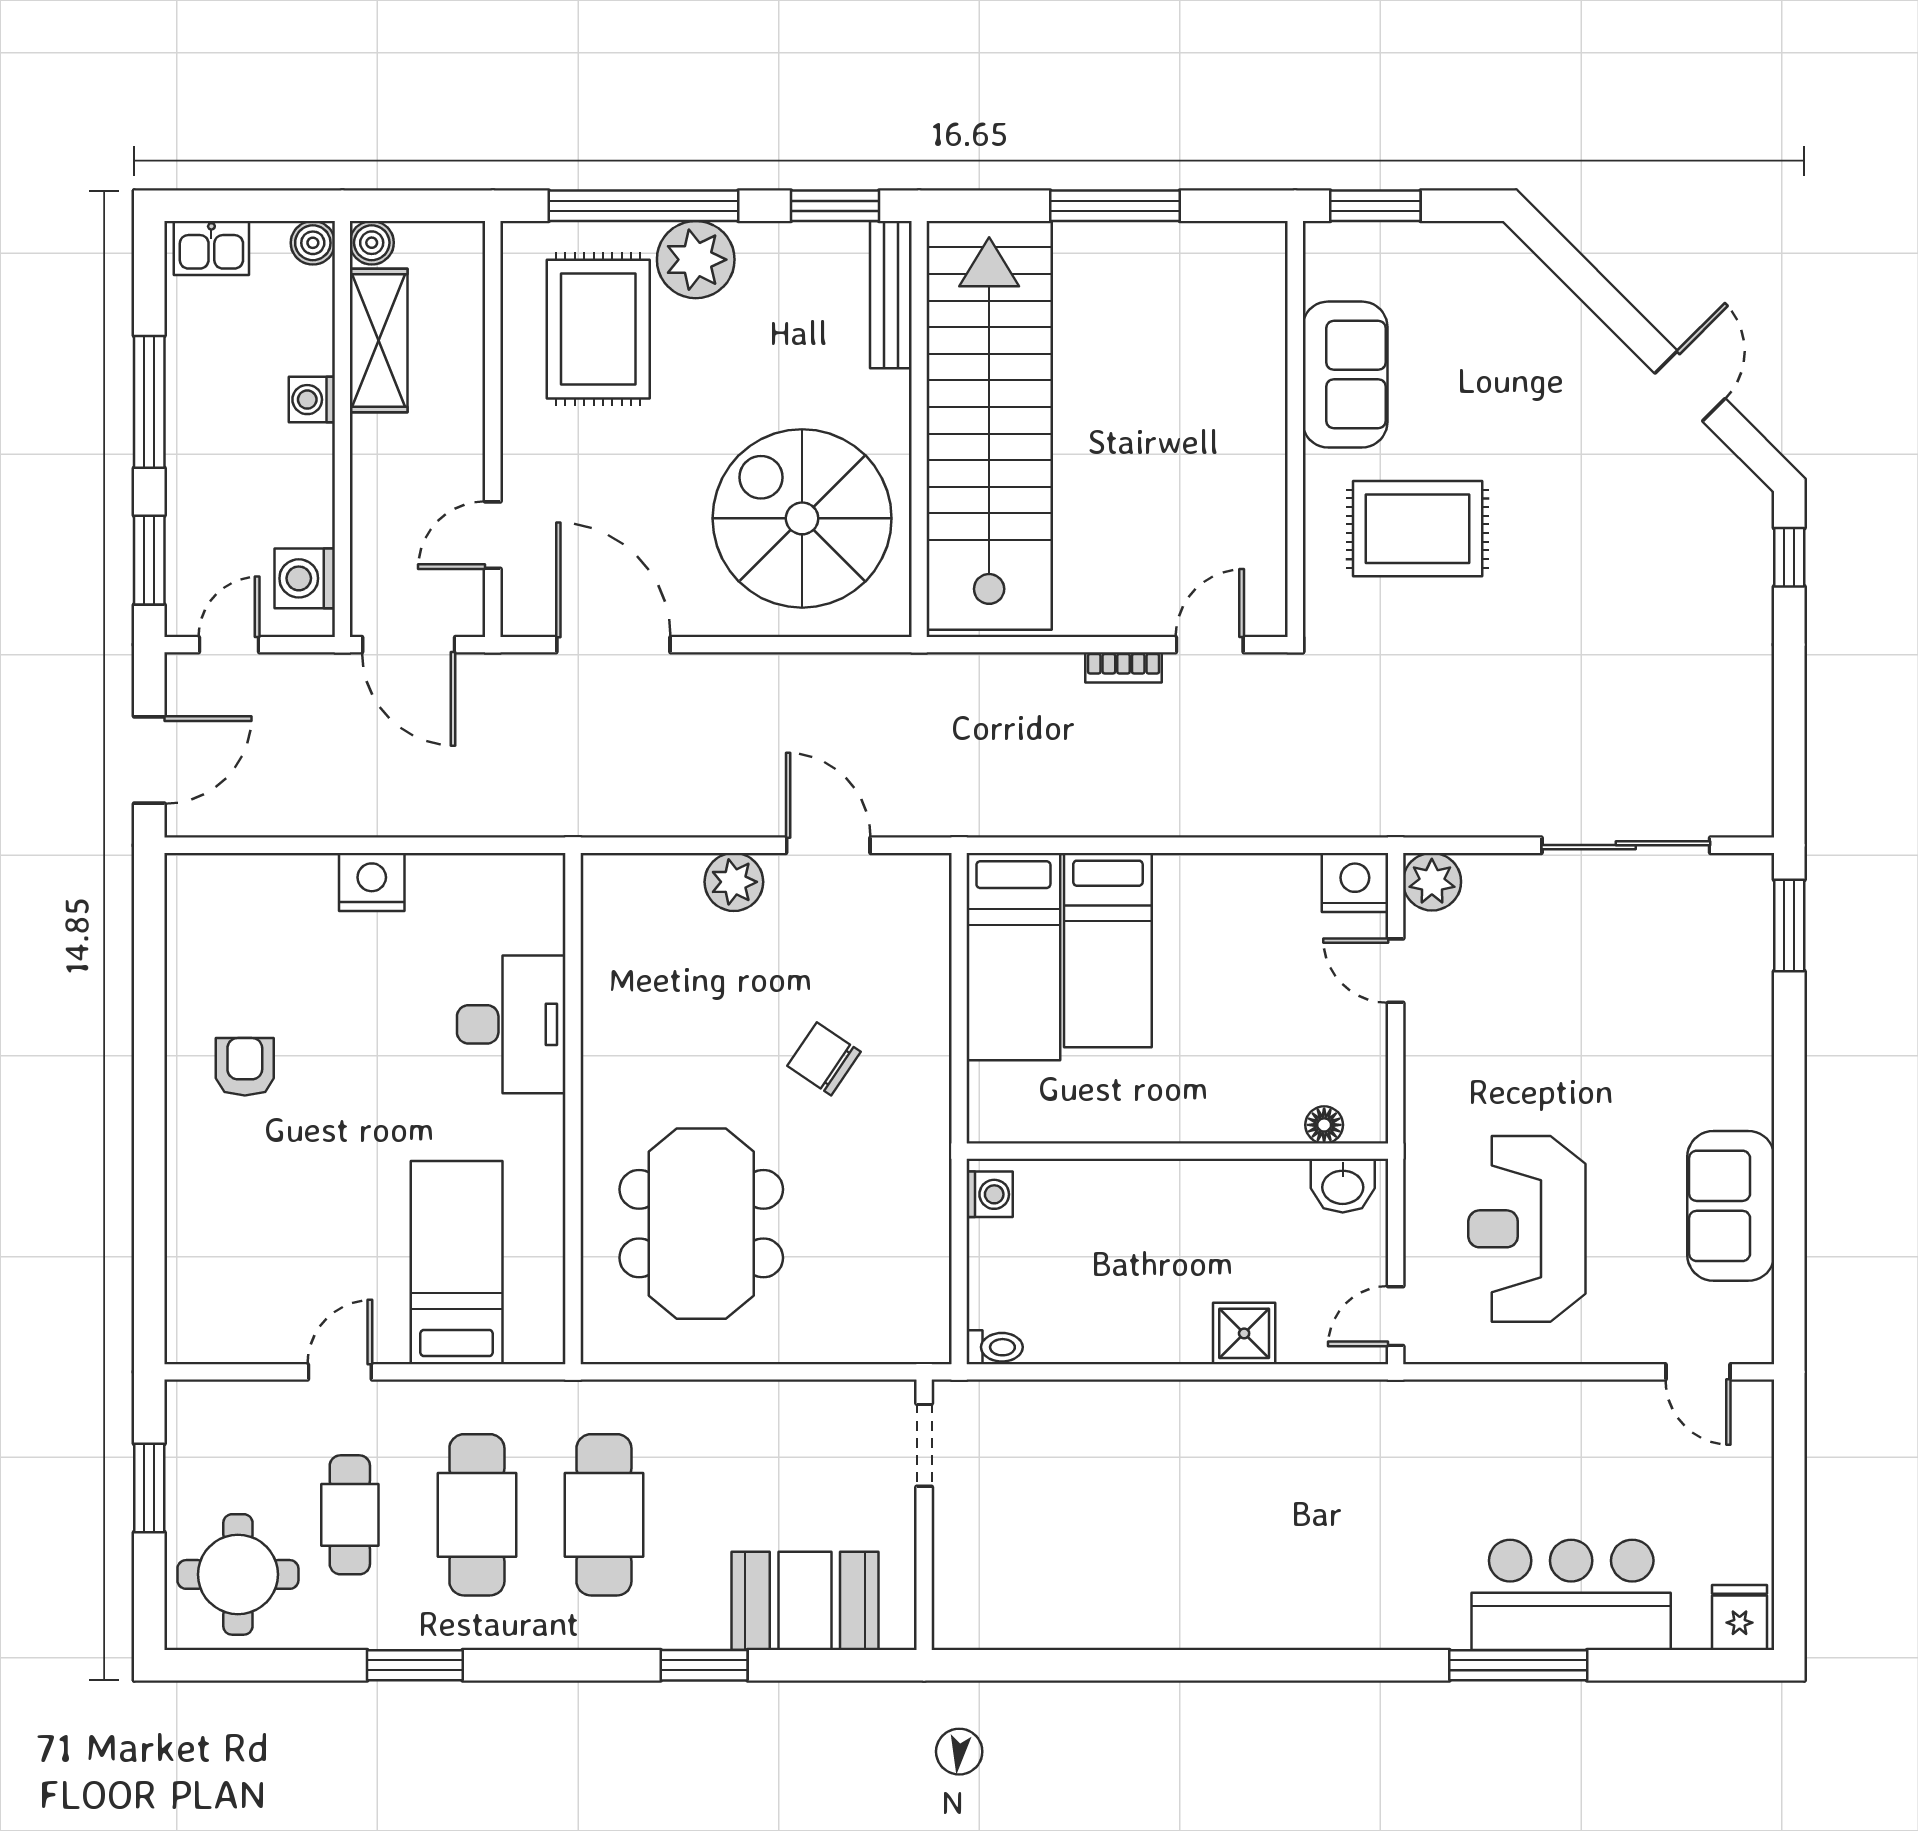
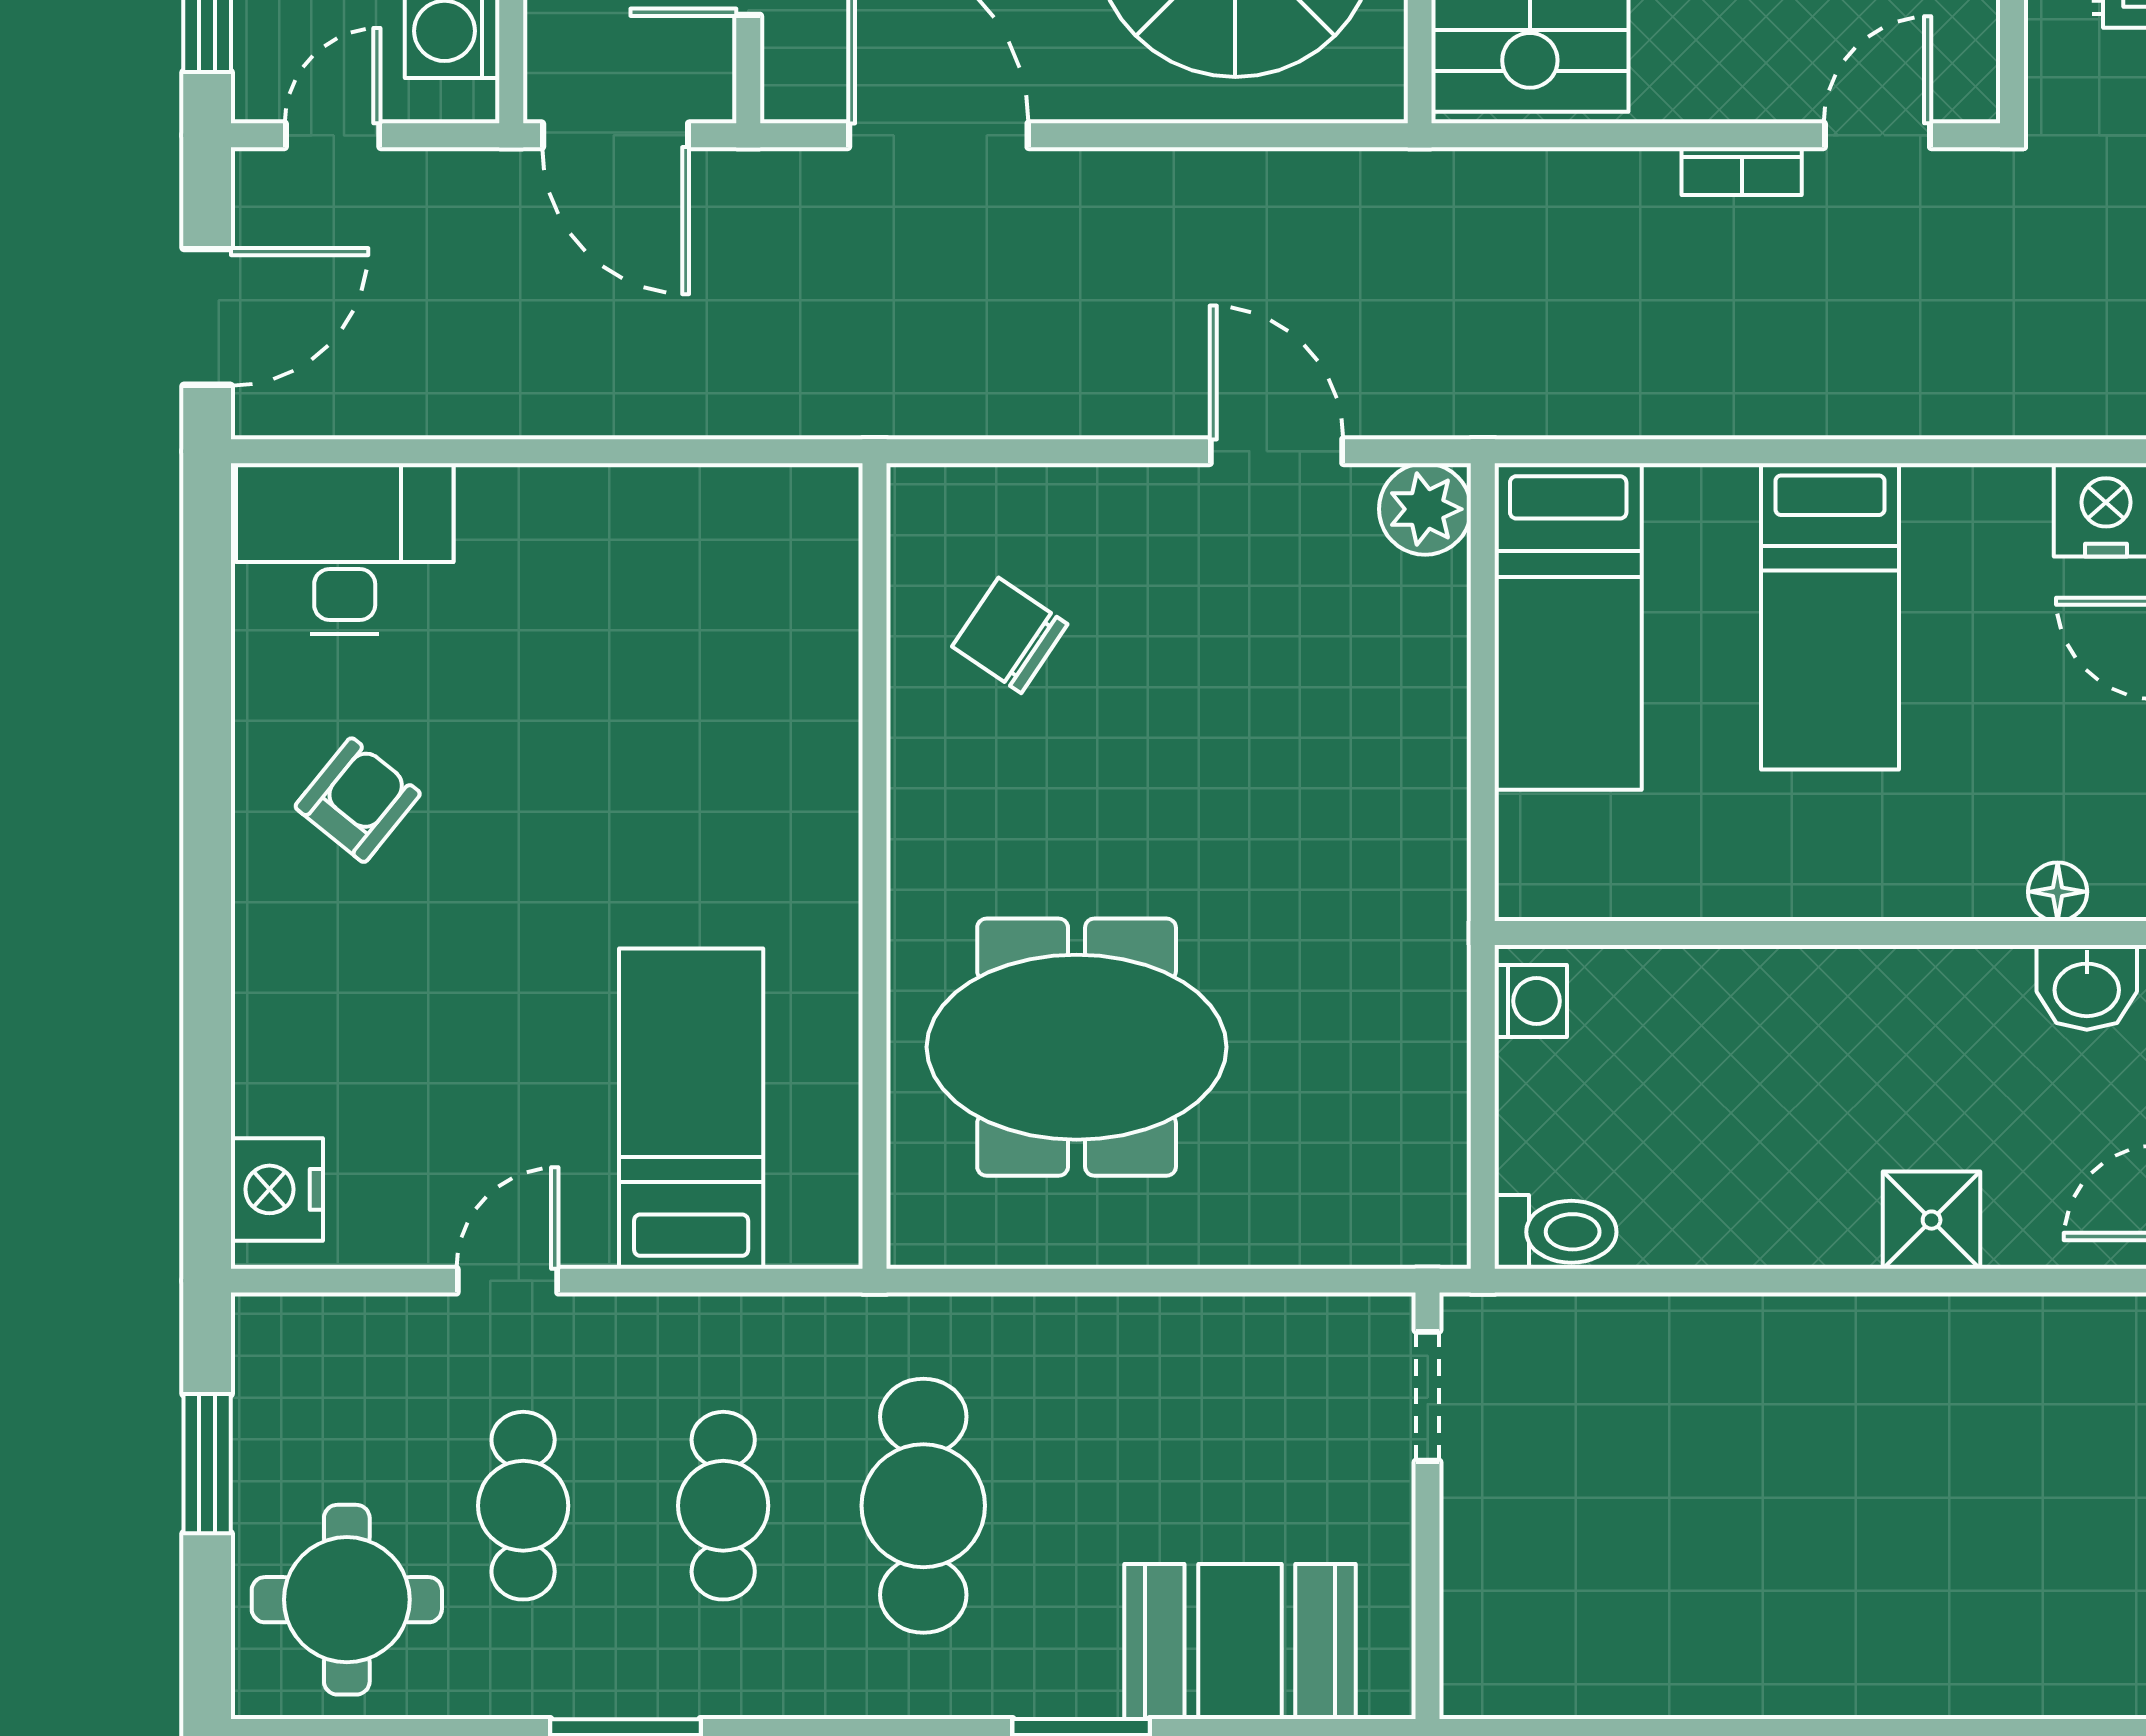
nightstand: (372, 882) -> (277, 1189), moved, turned -90
plant: (734, 882) -> (1425, 509), moved
bed: (1108, 950) -> (1830, 616), moved
desk: (511, 1024) -> (345, 548), moved, turned -90
chair: (824, 1059) -> (1010, 635), moved
armchair: (245, 1067) -> (358, 800), turned 39
meeting table: (701, 1224) -> (1077, 1047), turned 90
toilet: (995, 1347) -> (1556, 1232), width x1.37, depth x1.39
cafe table: (477, 1515) -> (723, 1506), width x0.73, depth x0.74

